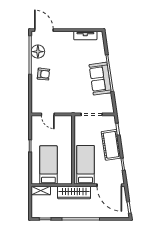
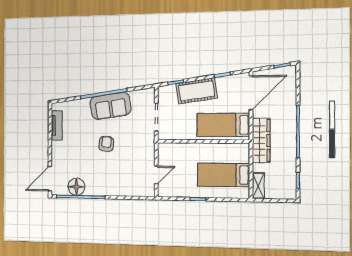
armchair: (43, 74) -> (106, 144), moved

